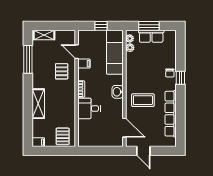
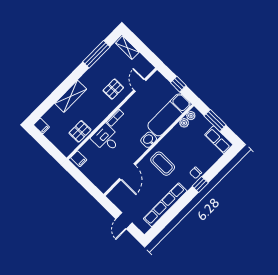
row of seats: (151, 36) -> (219, 140), moved
filing cabinet: (84, 64) -> (79, 159), moved
washbasin: (118, 92) -> (149, 140), moved
coffee table: (143, 100) -> (163, 164), moved
door: (124, 128) -> (127, 172), moved
pallet: (63, 136) -> (80, 131), moved
door: (143, 151) -> (124, 221), moved

